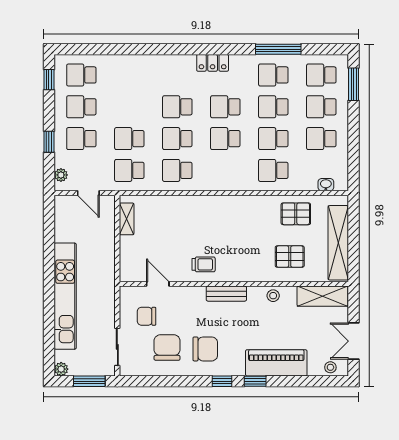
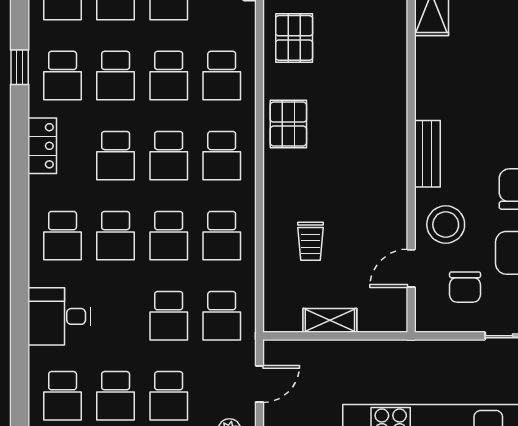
window: (278, 49) -> (20, 67), width x0.46
locker: (213, 63) -> (42, 146), moved
desk: (129, 73) -> (59, 316), added
school desk: (177, 75) -> (63, 236), added
school desk: (225, 170) -> (222, 156), added
shelving: (127, 219) -> (330, 320), moved
pallet: (290, 257) -> (288, 124), moved
trolley: (204, 264) -> (311, 241), moved, turned 180
stool: (273, 296) -> (446, 225), moved, width x1.89, depth x1.89

